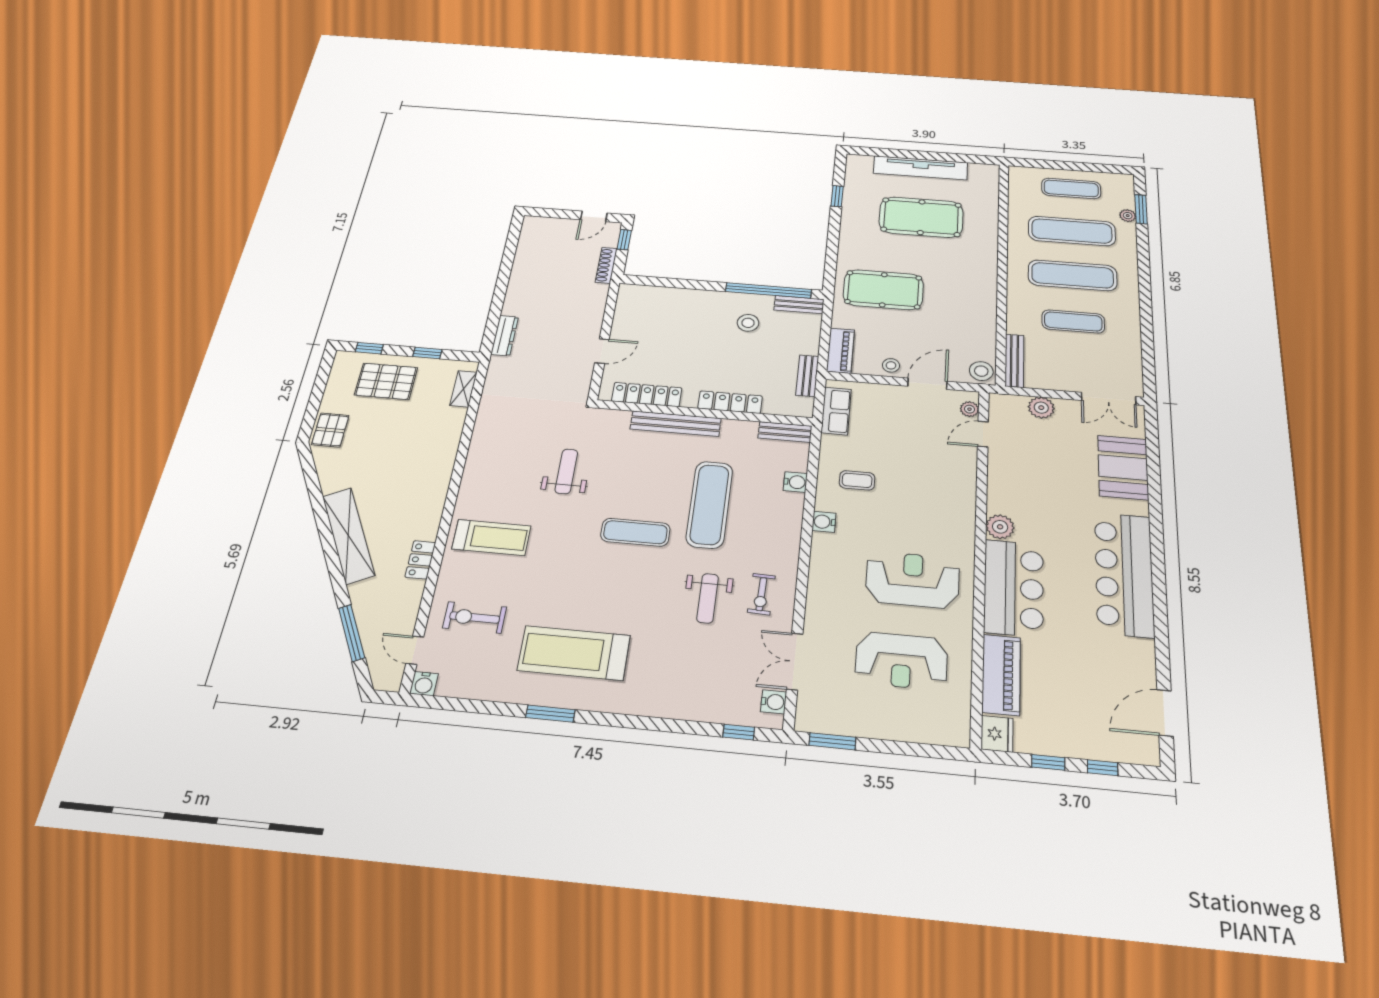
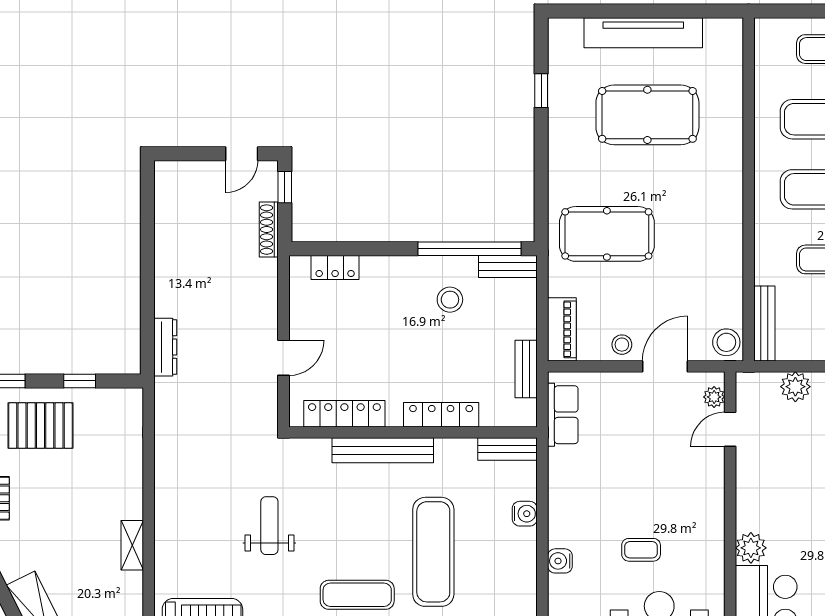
locker: (656, 294) -> (335, 267), added
shelving: (463, 389) -> (132, 545), moved
coffee table: (857, 480) -> (641, 550), moved

